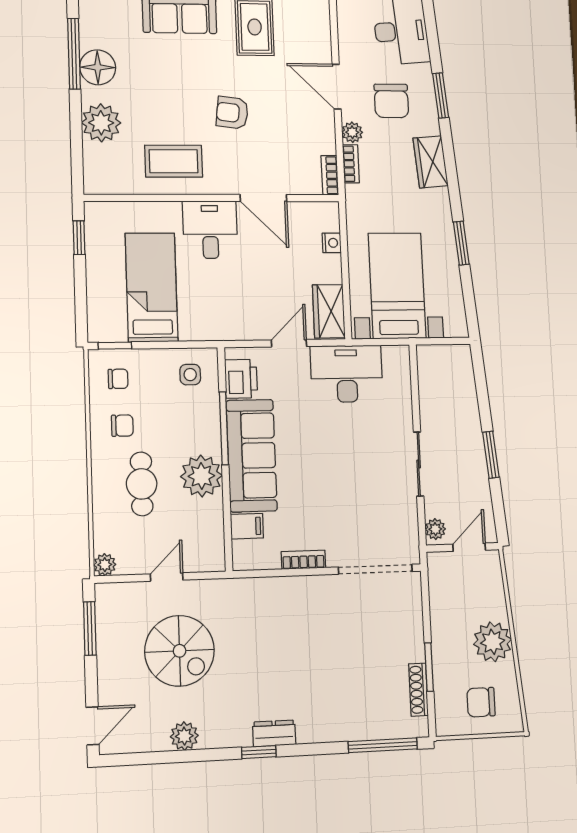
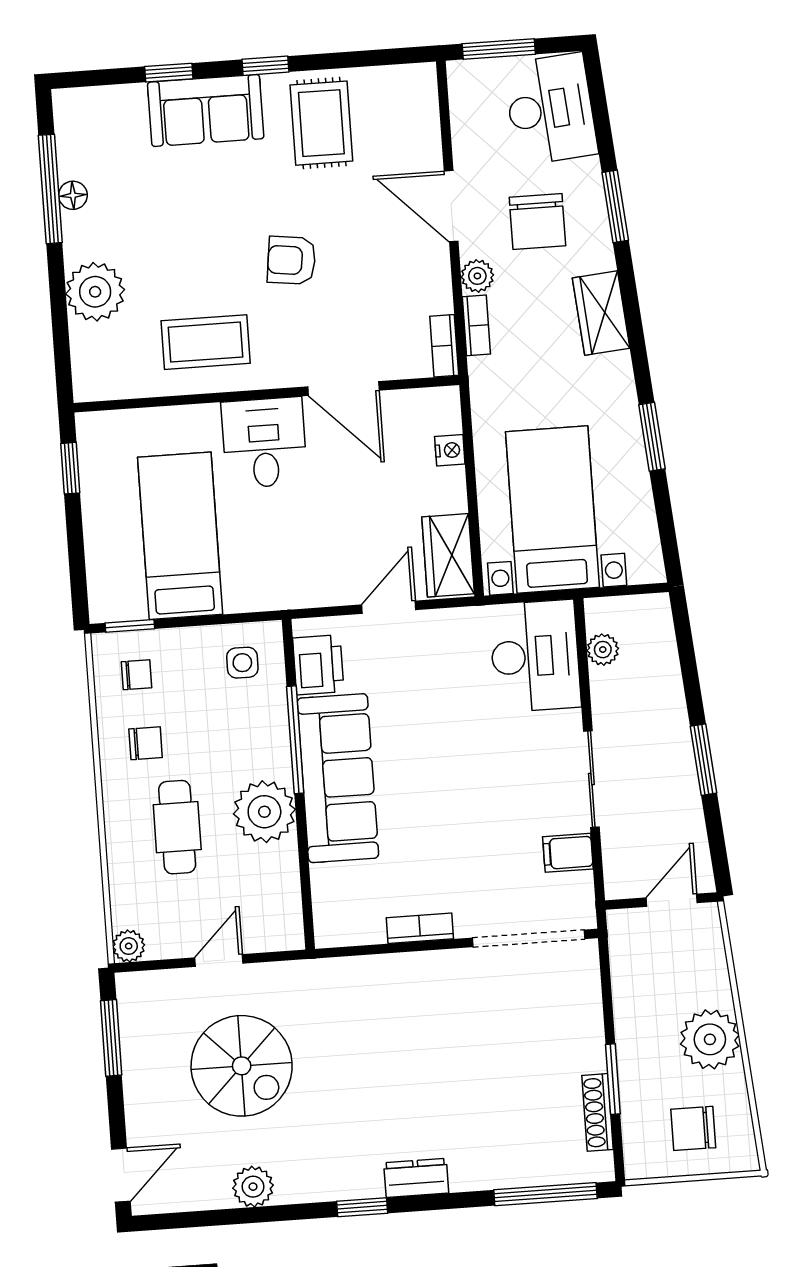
floor lamp: (98, 67) -> (73, 195), width x0.53, depth x0.53
desk: (347, 374) -> (535, 656), moved, turned 90
filing cabinet: (247, 526) -> (568, 853), moved, turned 180
plant: (435, 529) -> (603, 650), moved
dresser: (274, 733) -> (416, 1178), moved

